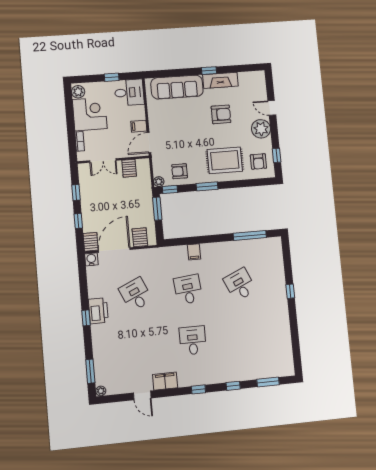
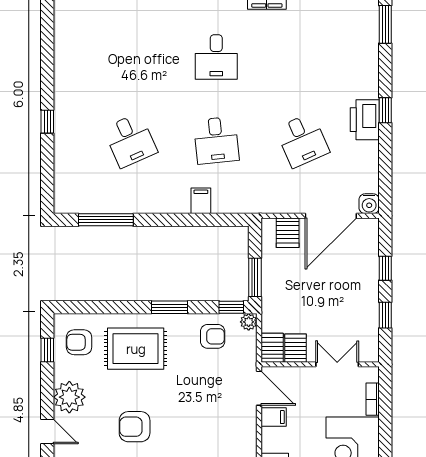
door: (149, 143) -> (259, 388), hinge flipped
armchair: (258, 161) -> (79, 342), turned -90
server rack: (91, 242) -> (272, 348), moved, turned 180

